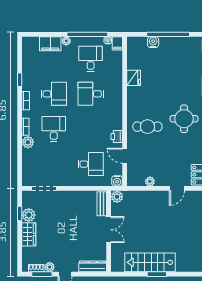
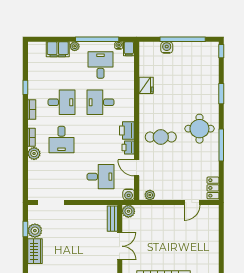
printer: (116, 120) -> (127, 130), added
desk: (54, 129) -> (61, 139), turned 180
plant: (150, 181) -> (150, 195), moved

